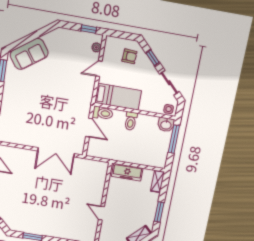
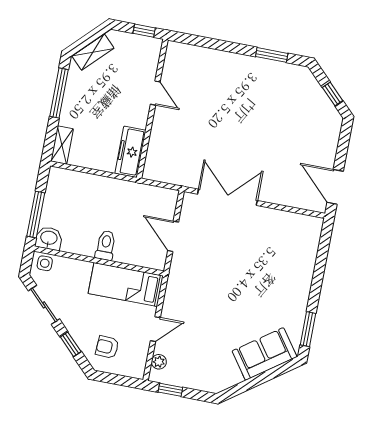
toilet: (103, 113) -> (151, 259), removed
freezer: (127, 172) -> (130, 152), moved, turned -90
window: (159, 212) -> (59, 93), width x1.44

